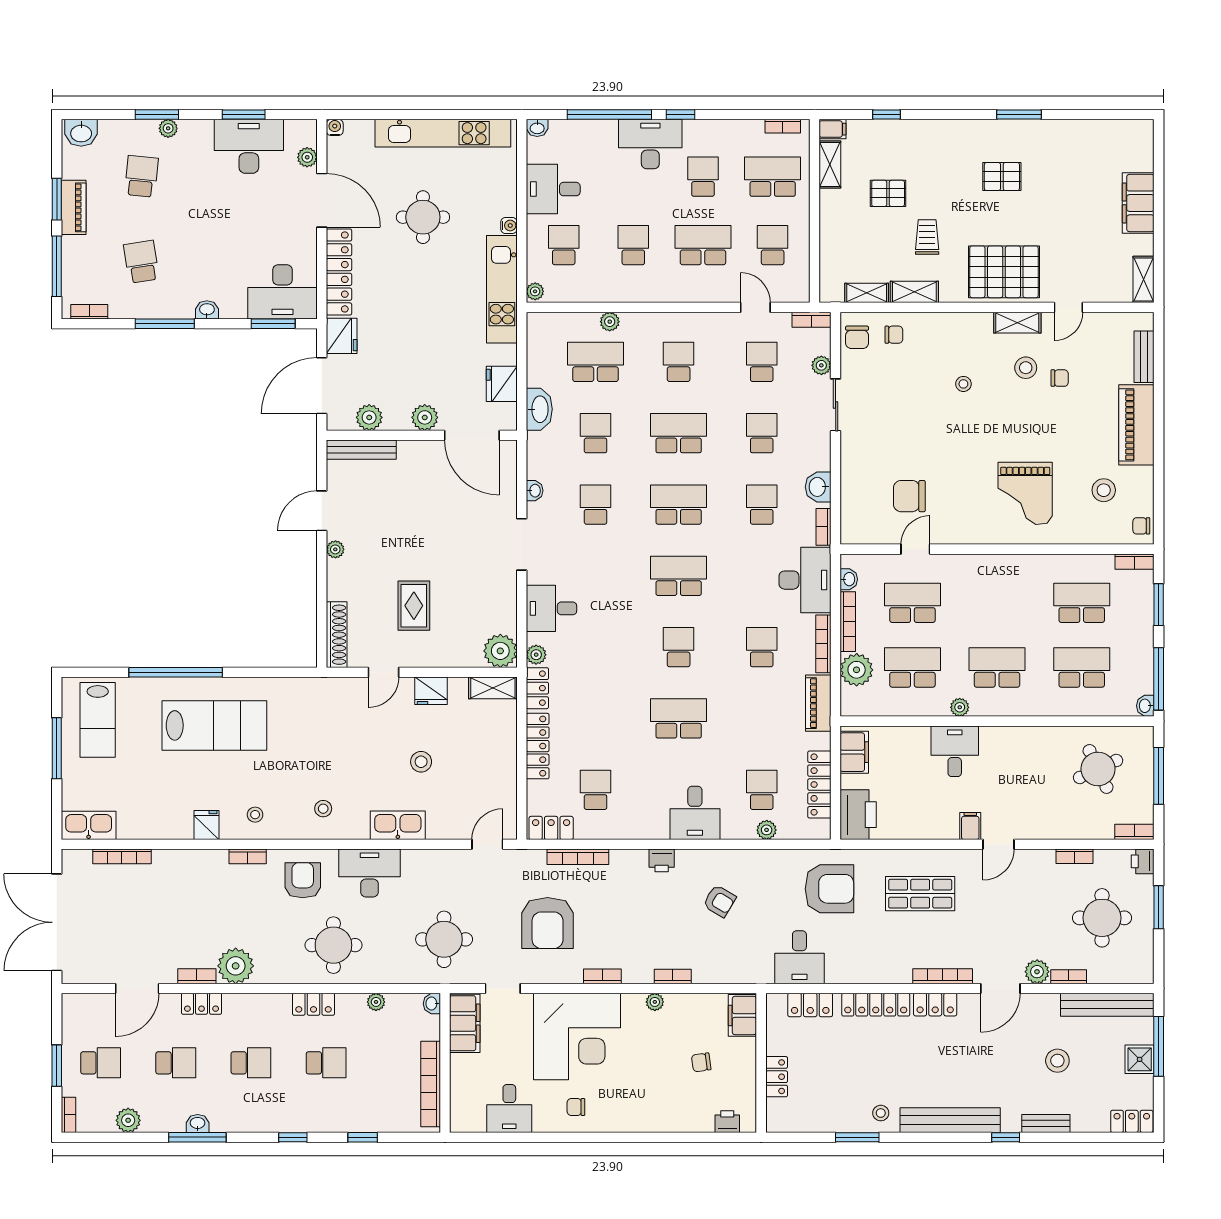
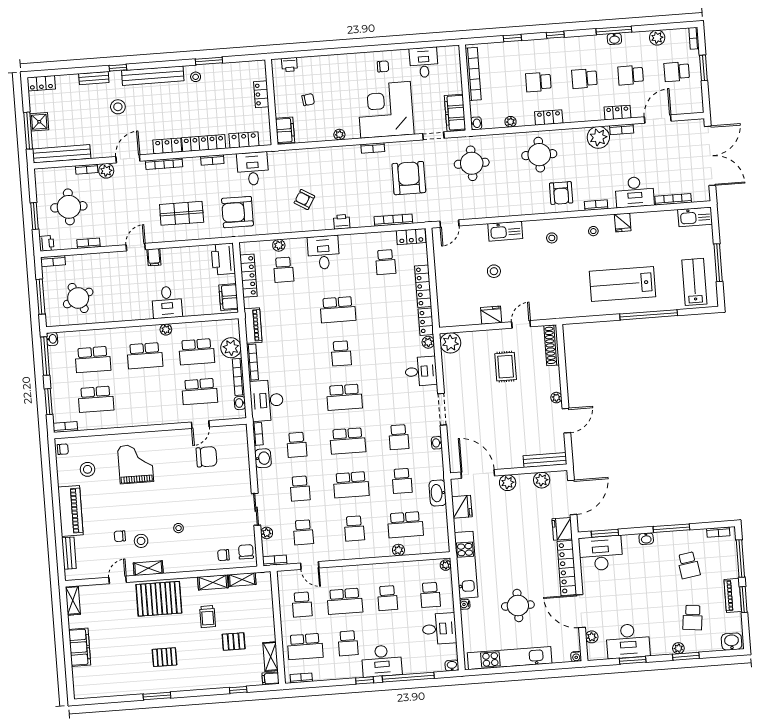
school desk: (762, 647) -> (290, 357), removed
shelving: (493, 688) -> (453, 320), removed
desk: (369, 873) -> (635, 192), moved
bookcase: (673, 976) -> (212, 160), moved
stool: (1057, 1061) -> (118, 107), moved

